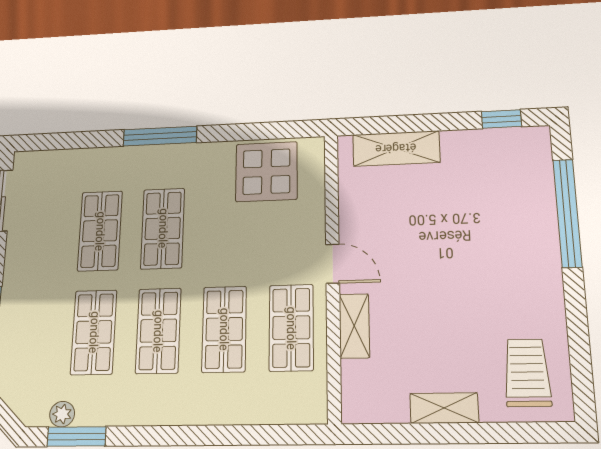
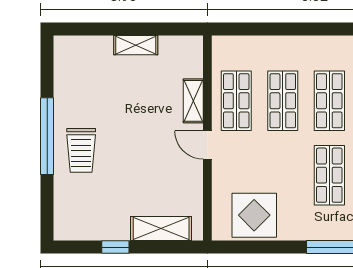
window: (501, 119) -> (115, 247), moved
window: (567, 213) -> (47, 136), moved
trolley: (527, 373) -> (81, 150), moved

